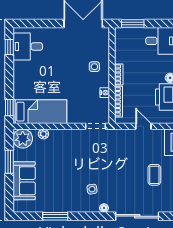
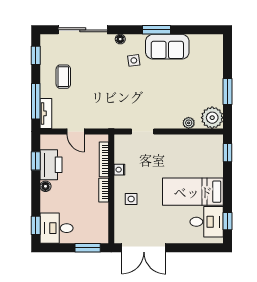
bed: (40, 112) -> (193, 192), moved
doorway: (96, 126) -> (143, 131), moved
sofa: (24, 181) -> (167, 47), moved, turned -90
window: (55, 216) -> (157, 30), moved

